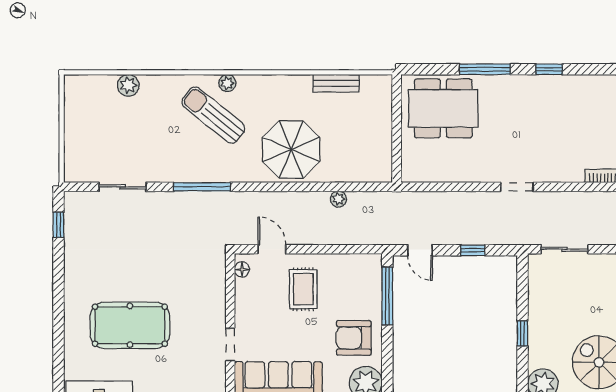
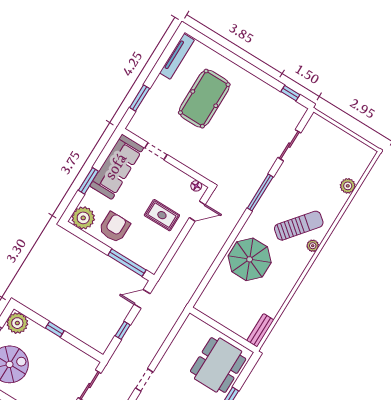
bench: (336, 83) -> (260, 330), moved
plant: (338, 199) -> (203, 269), removed

